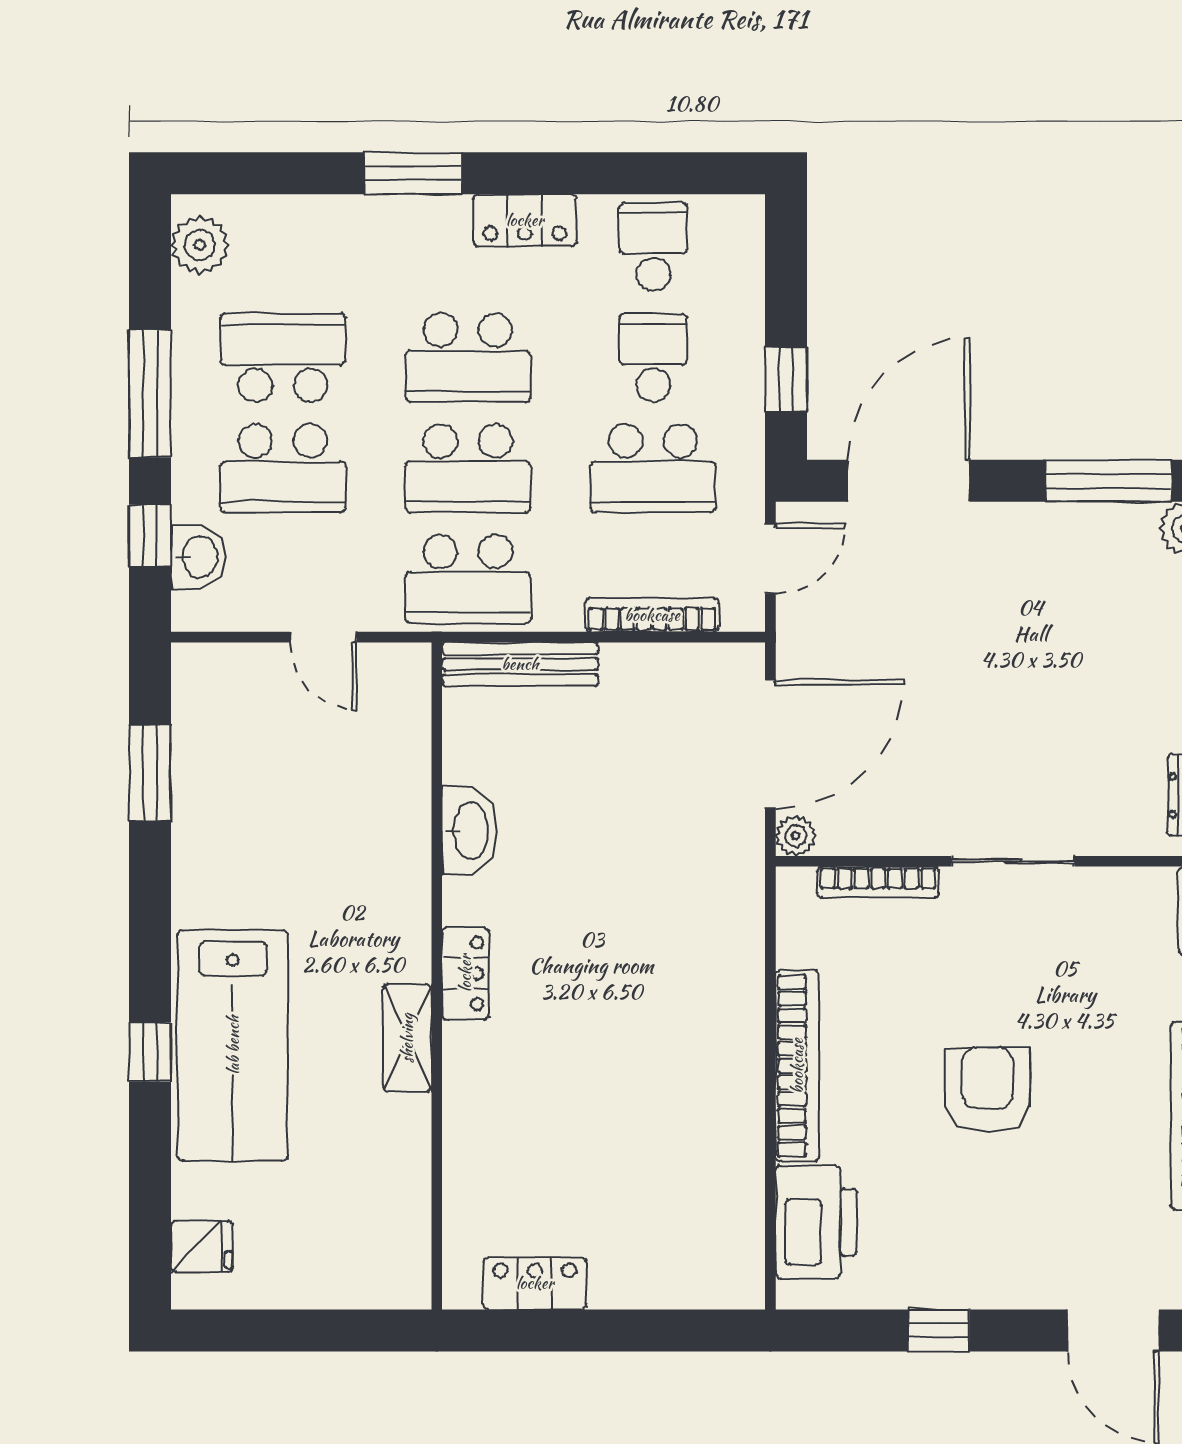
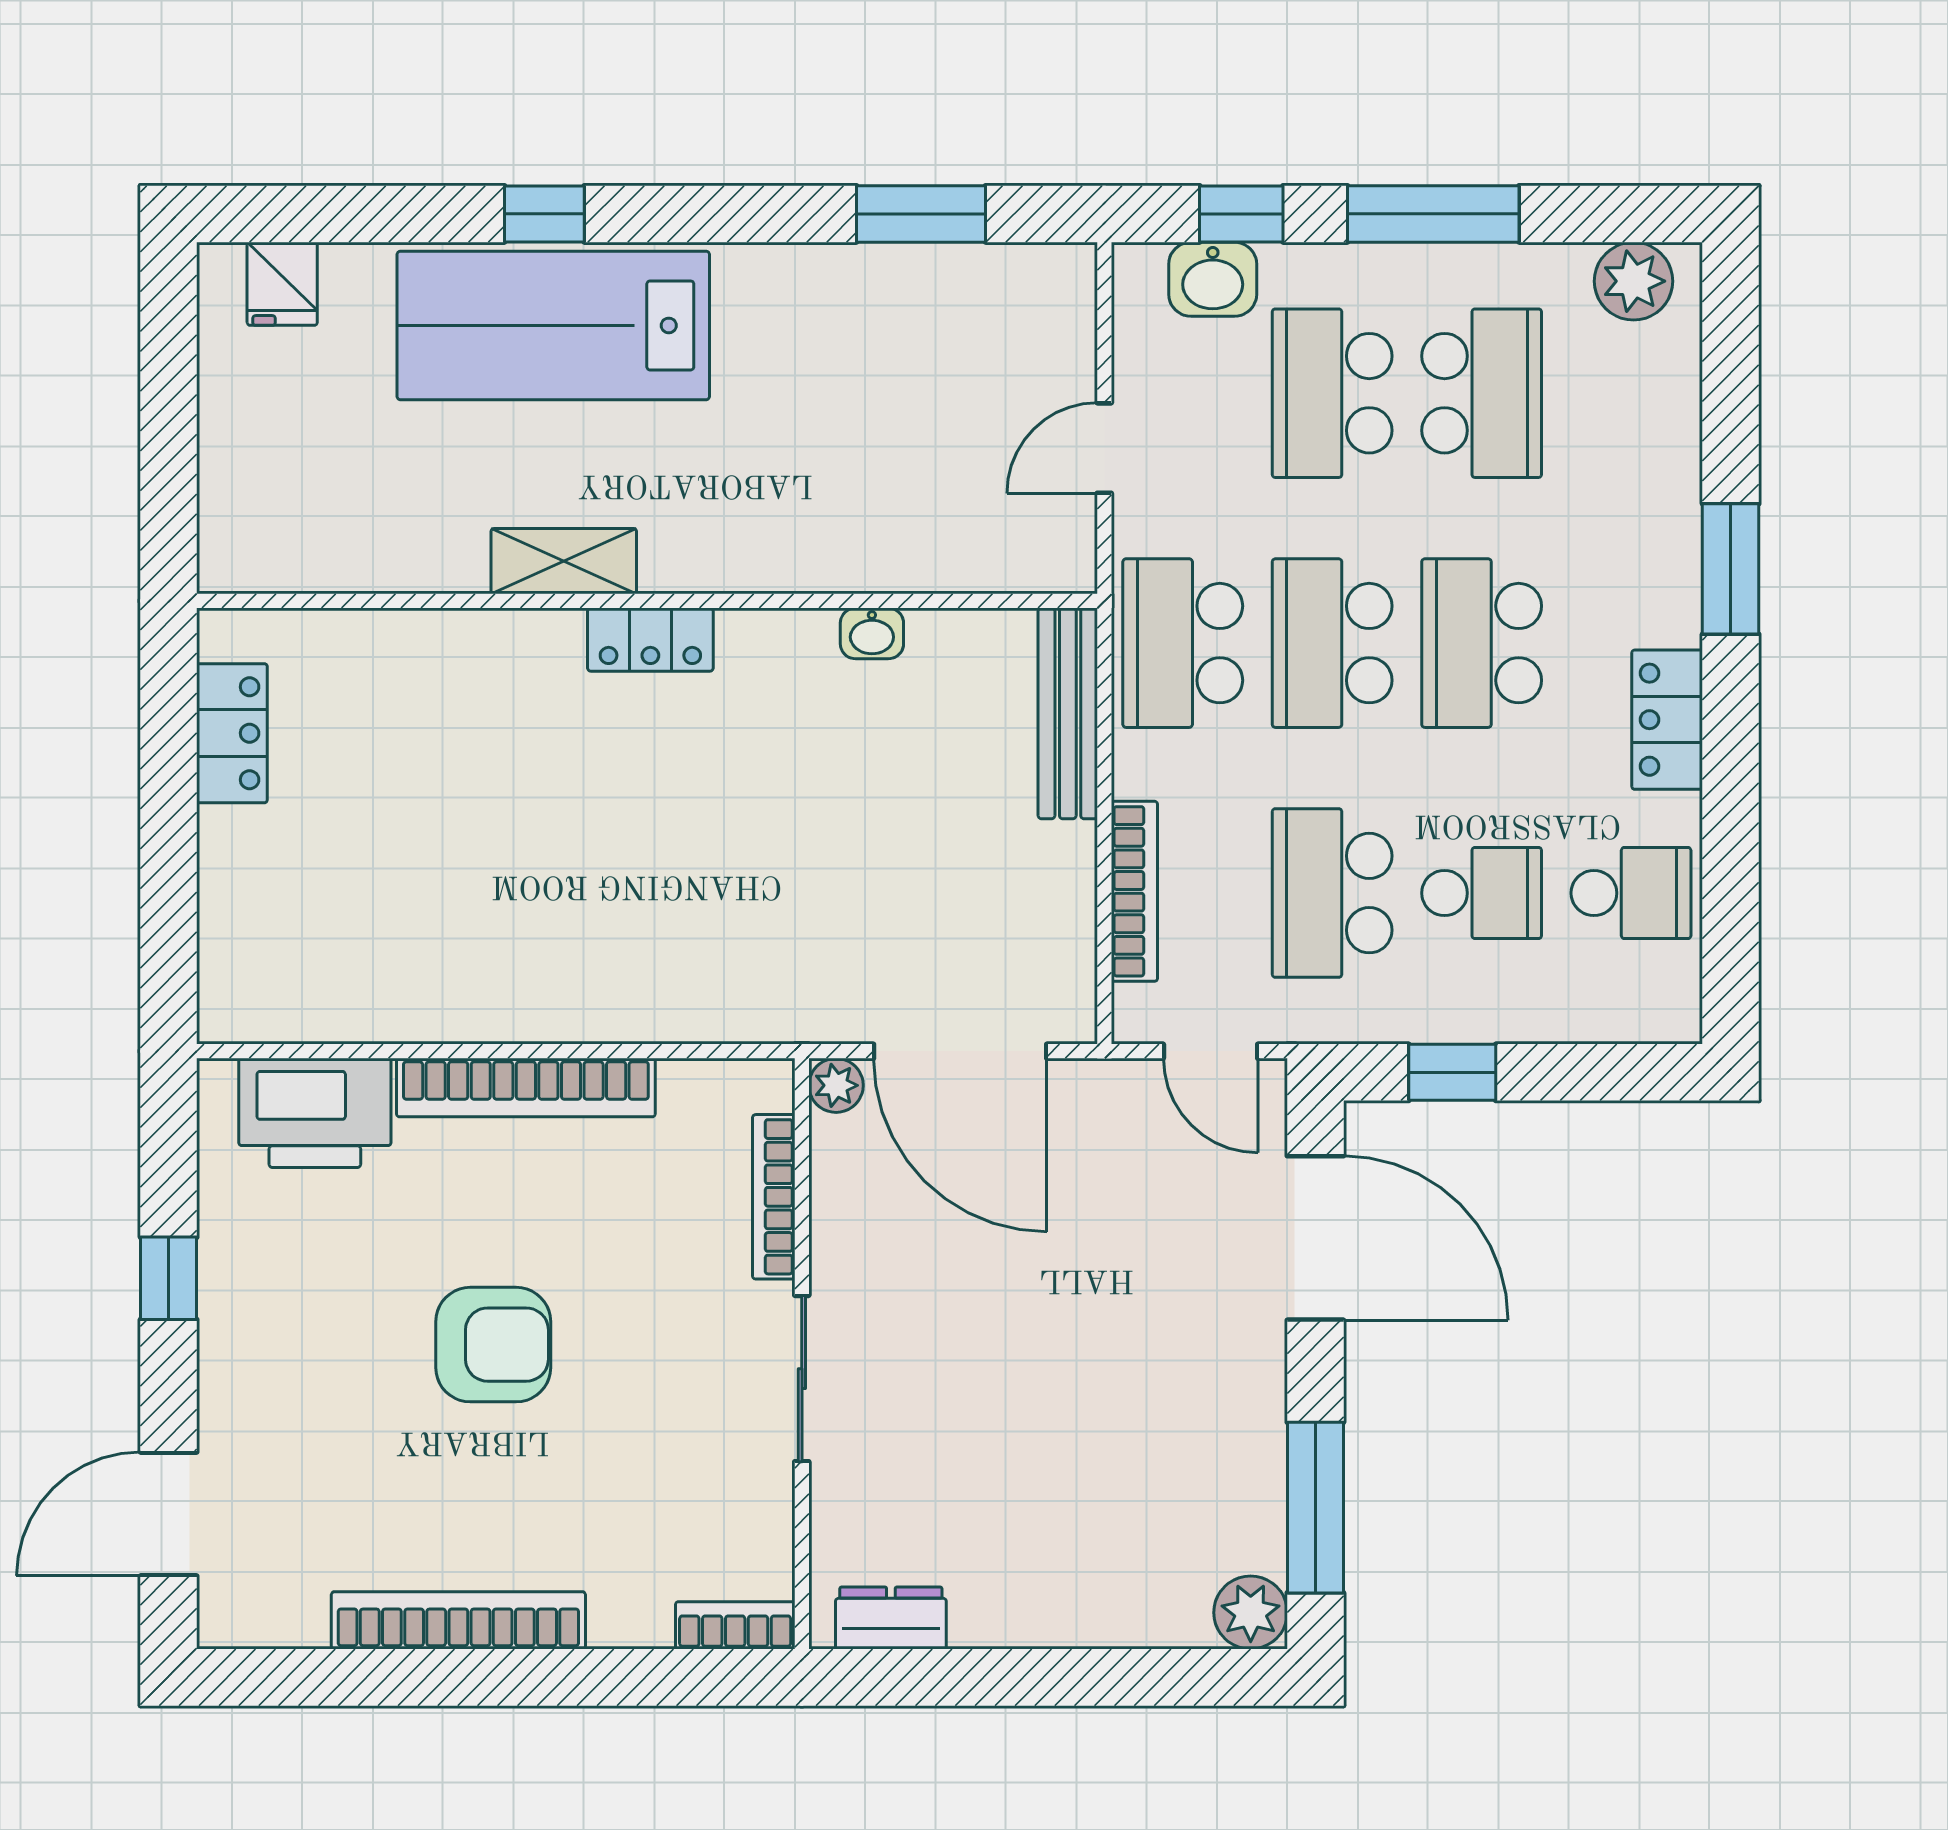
washbasin: (469, 831) -> (872, 633), width x0.52, depth x0.69

